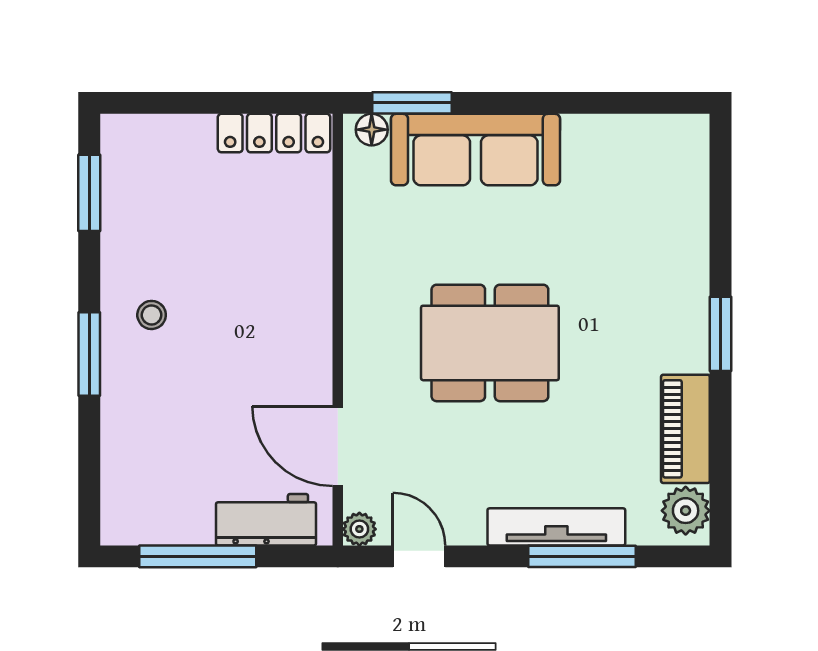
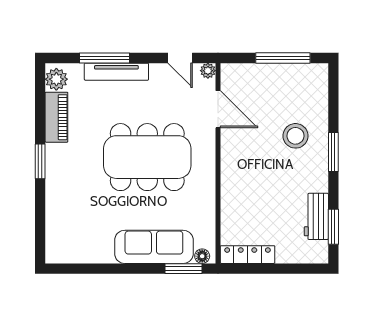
stool: (152, 315) -> (296, 136), moved, width x1.89, depth x1.89
dining table: (490, 343) -> (147, 157), width x1.36, depth x1.24
workbench: (266, 520) -> (316, 216), moved, turned 90

